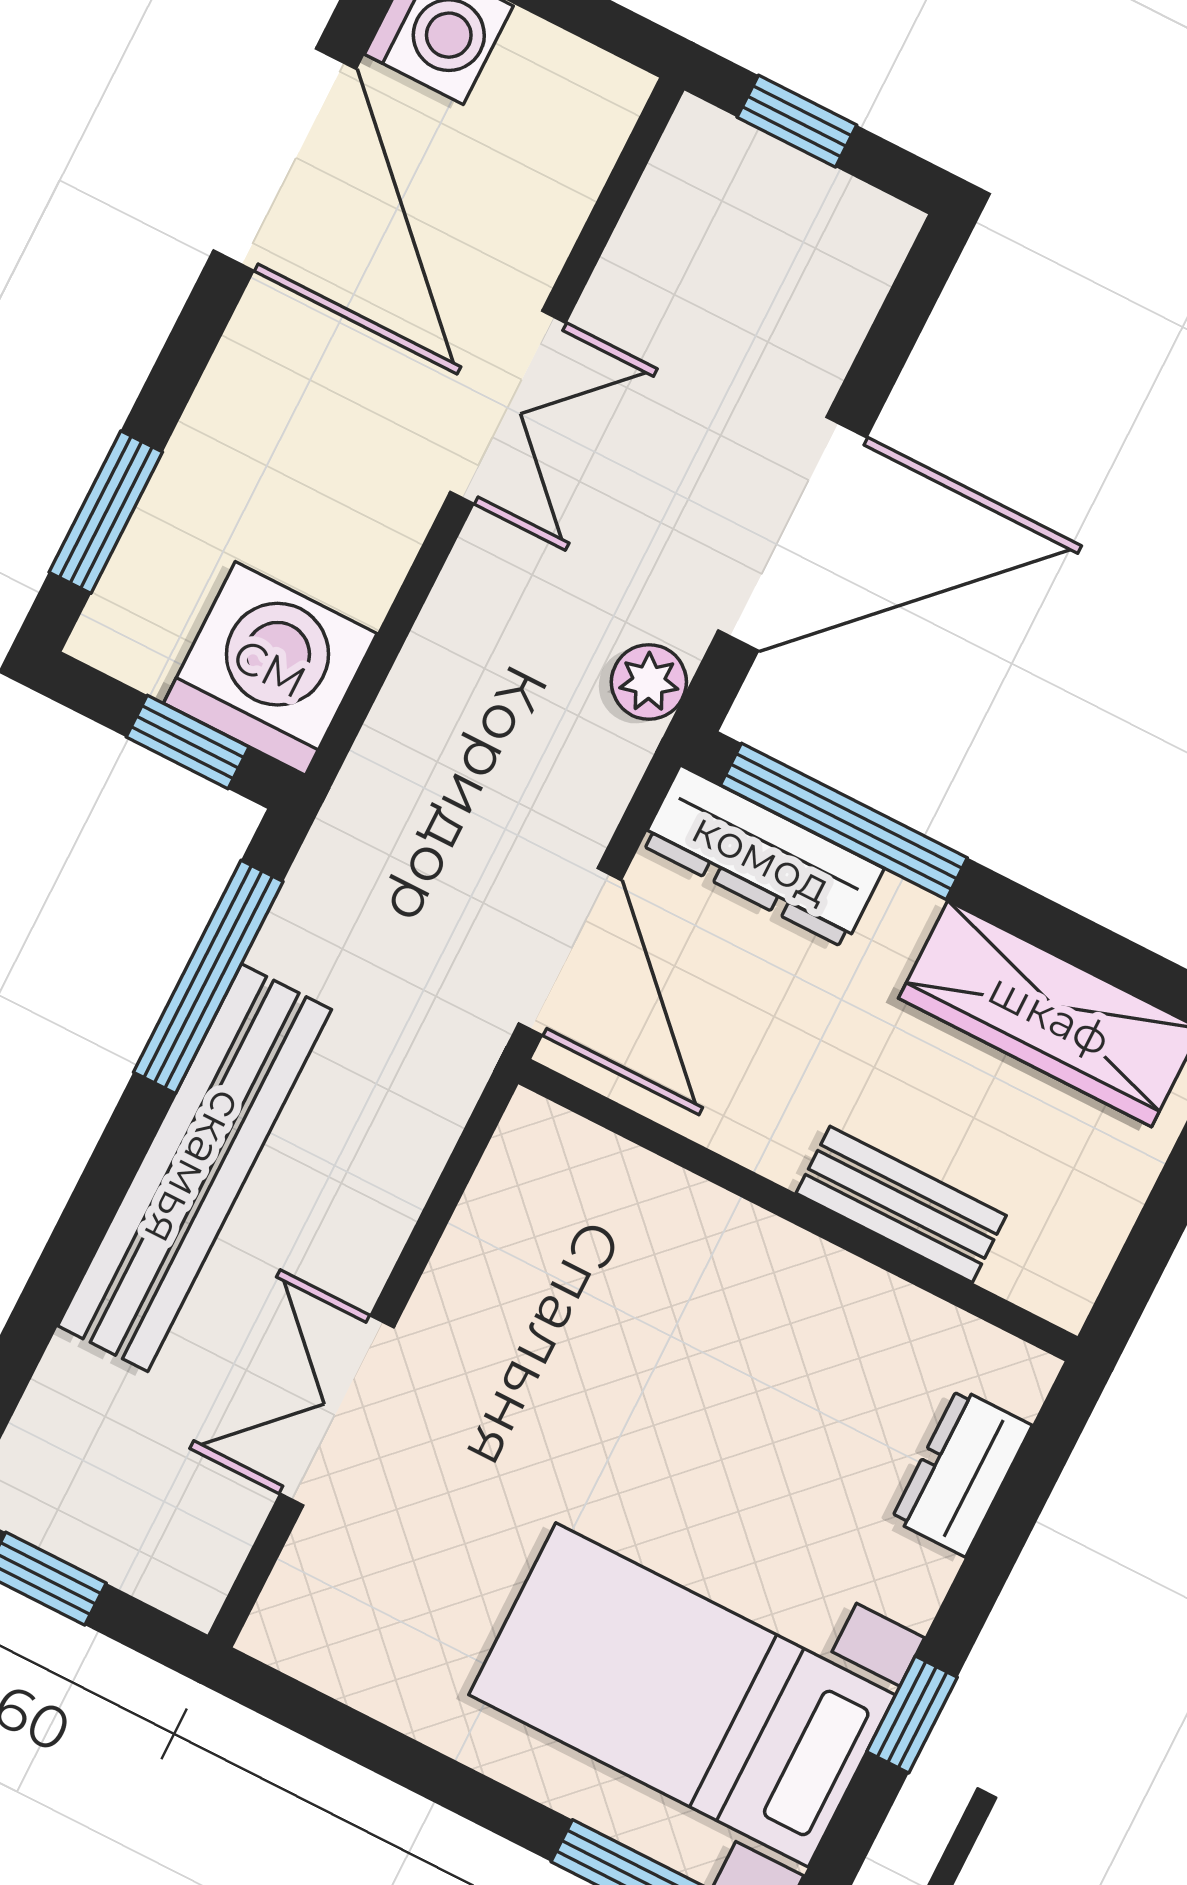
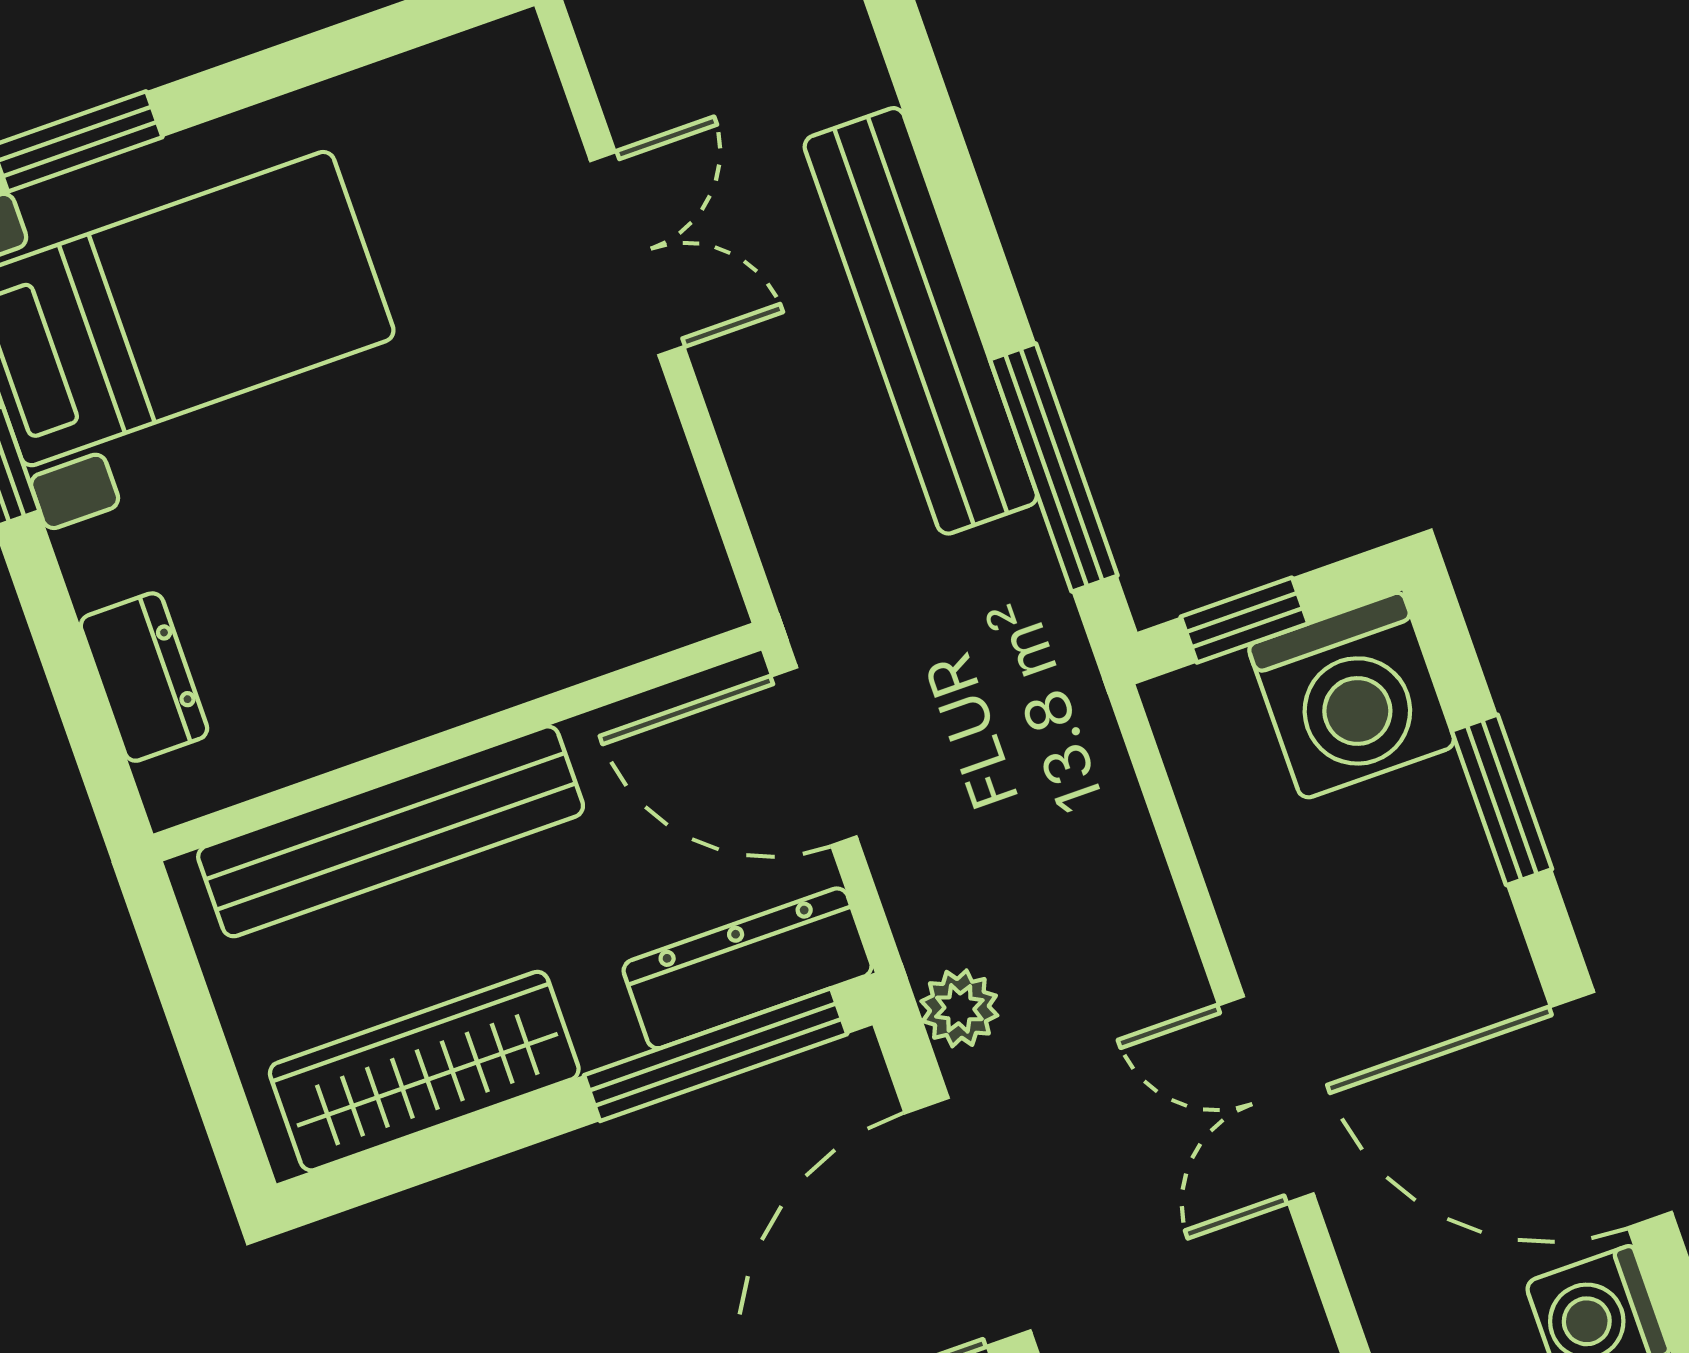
window: (106, 512) -> (1502, 800), moved
washing machine: (270, 668) -> (1352, 695), moved
bench: (901, 1204) -> (391, 831), width x1.86, depth x1.21

